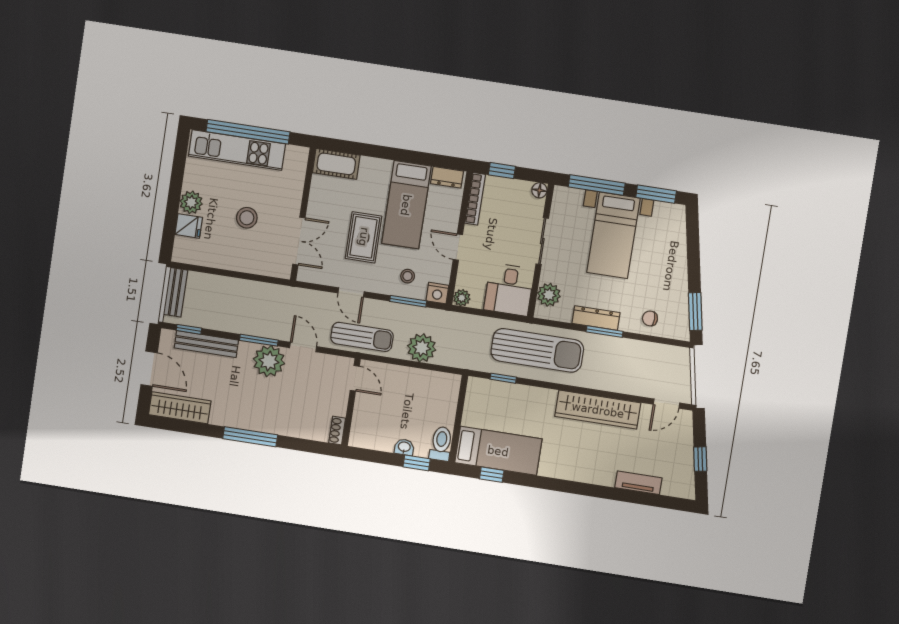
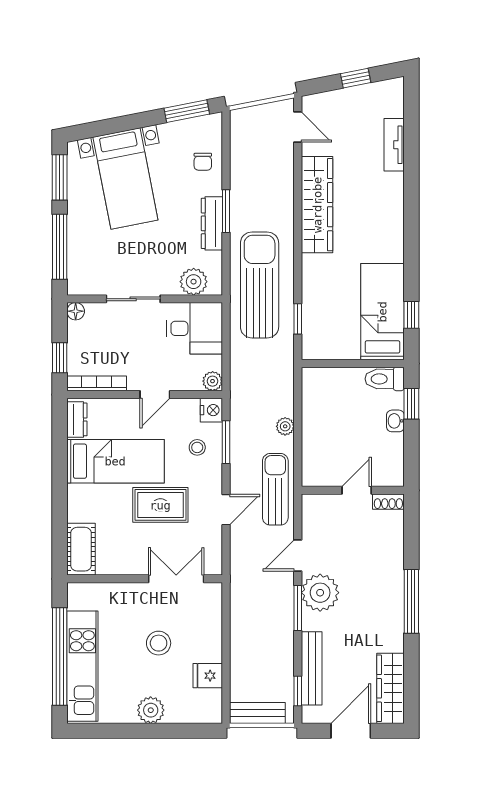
fridge: (189, 226) -> (208, 676), moved, turned -90
bed with nightstands: (613, 235) -> (125, 179), moved, turned 79
plant: (422, 348) -> (285, 426), width x0.53, depth x0.53
door: (355, 378) -> (357, 490), moved

